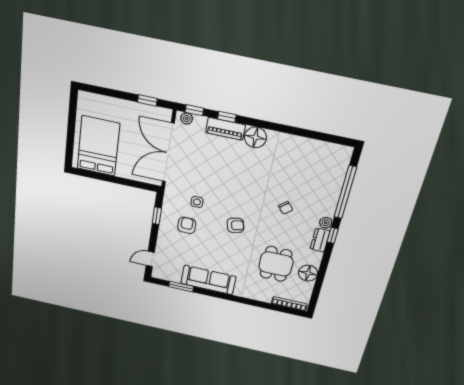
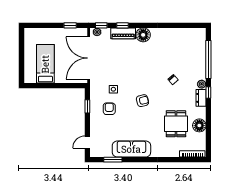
bed: (98, 146) -> (45, 64), width x0.67

